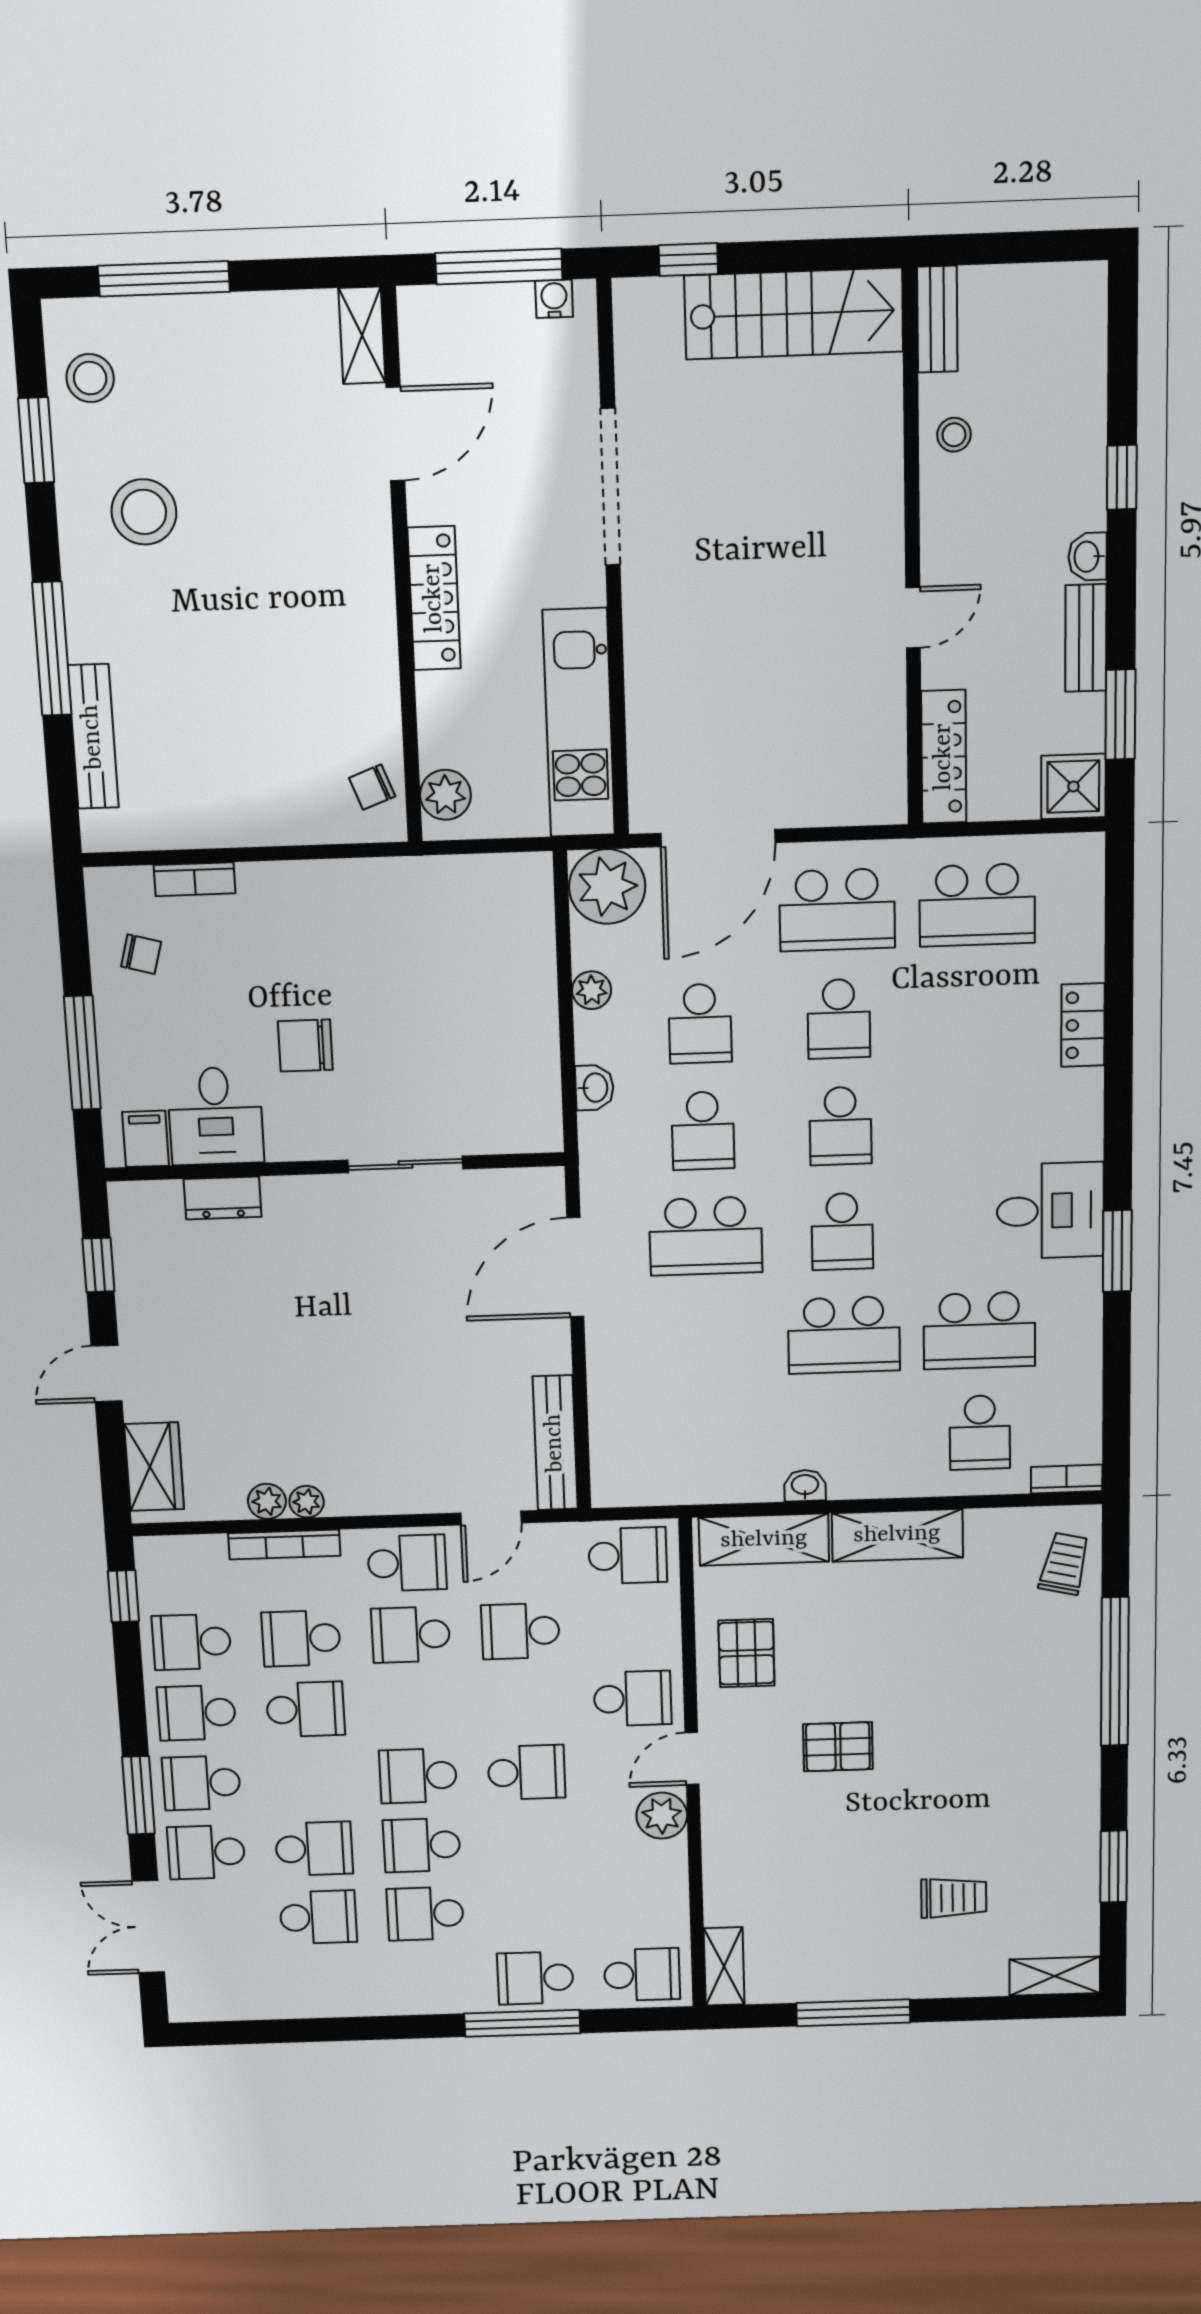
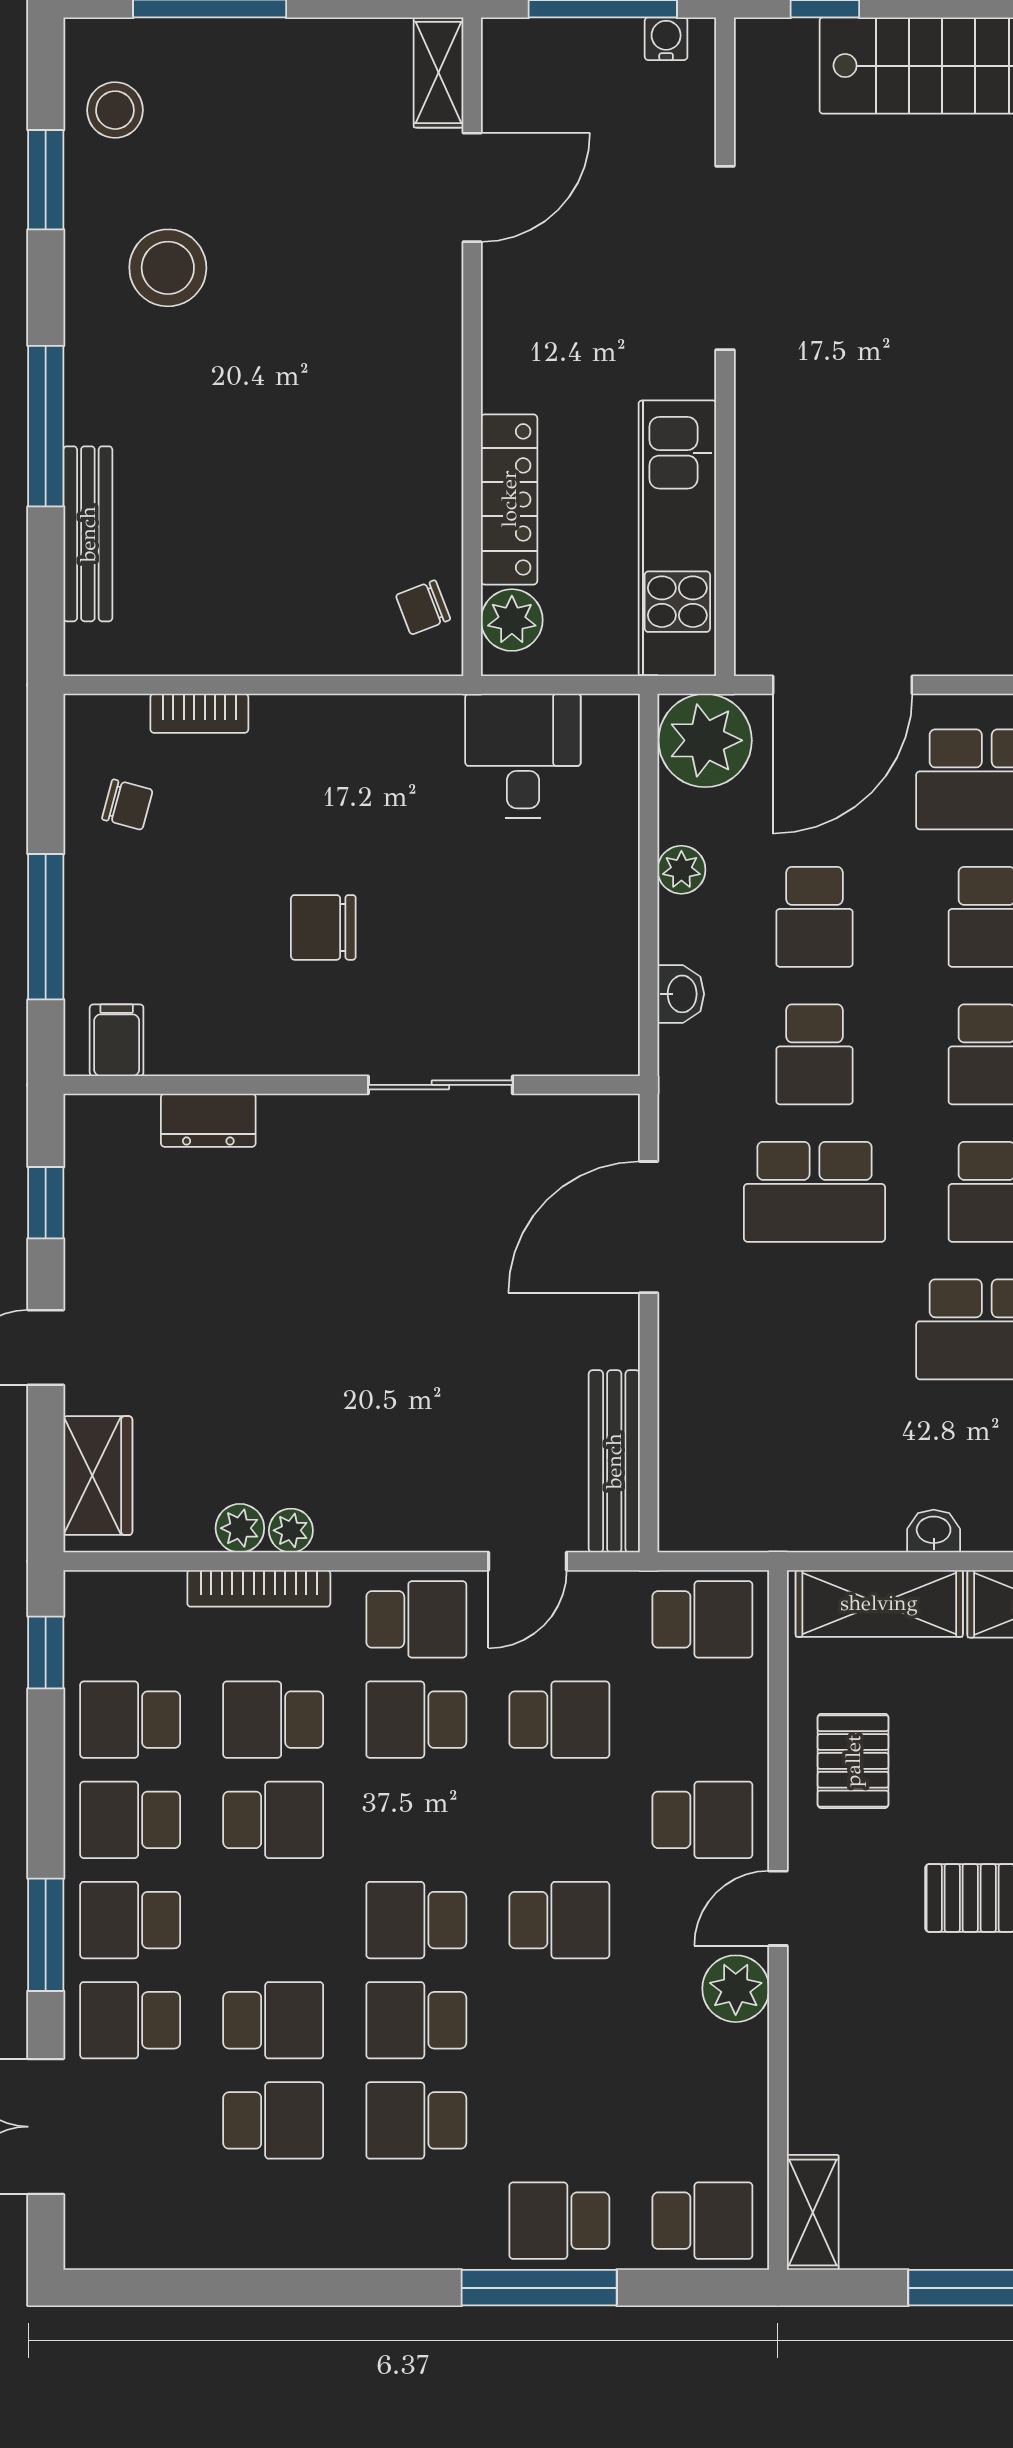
locker: (434, 598) -> (509, 499), moved
desk: (215, 1116) -> (523, 756), moved, turned 180
school desk: (520, 1631) -> (559, 1720), turned 180

